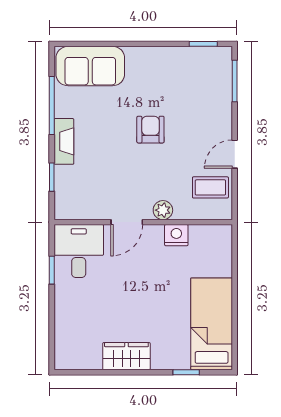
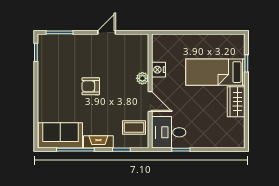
sofa: (90, 66) -> (60, 135), moved, turned -90
door: (235, 154) -> (107, 32), swing flipped
coffee table: (210, 187) -> (134, 127), moved, turned 90
bed: (212, 324) -> (215, 72), moved

